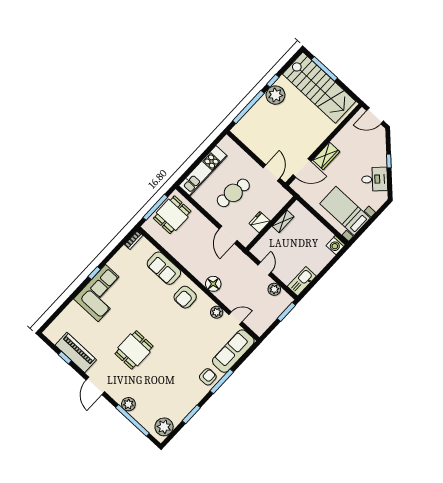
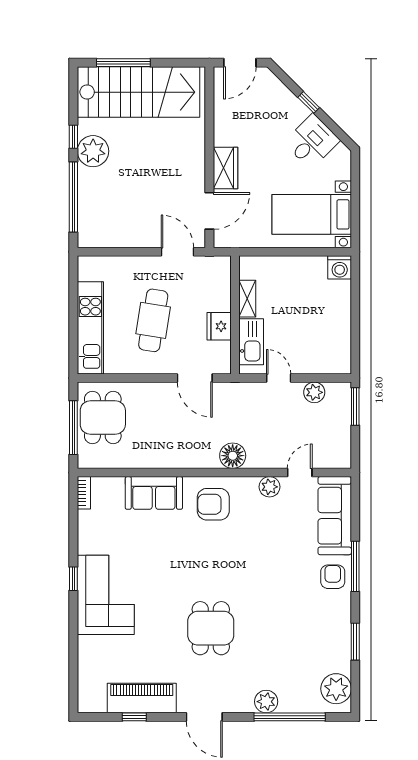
kitchen sink: (302, 281) -> (251, 342), moved, turned 180
armchair: (185, 297) -> (213, 504), turned 90

